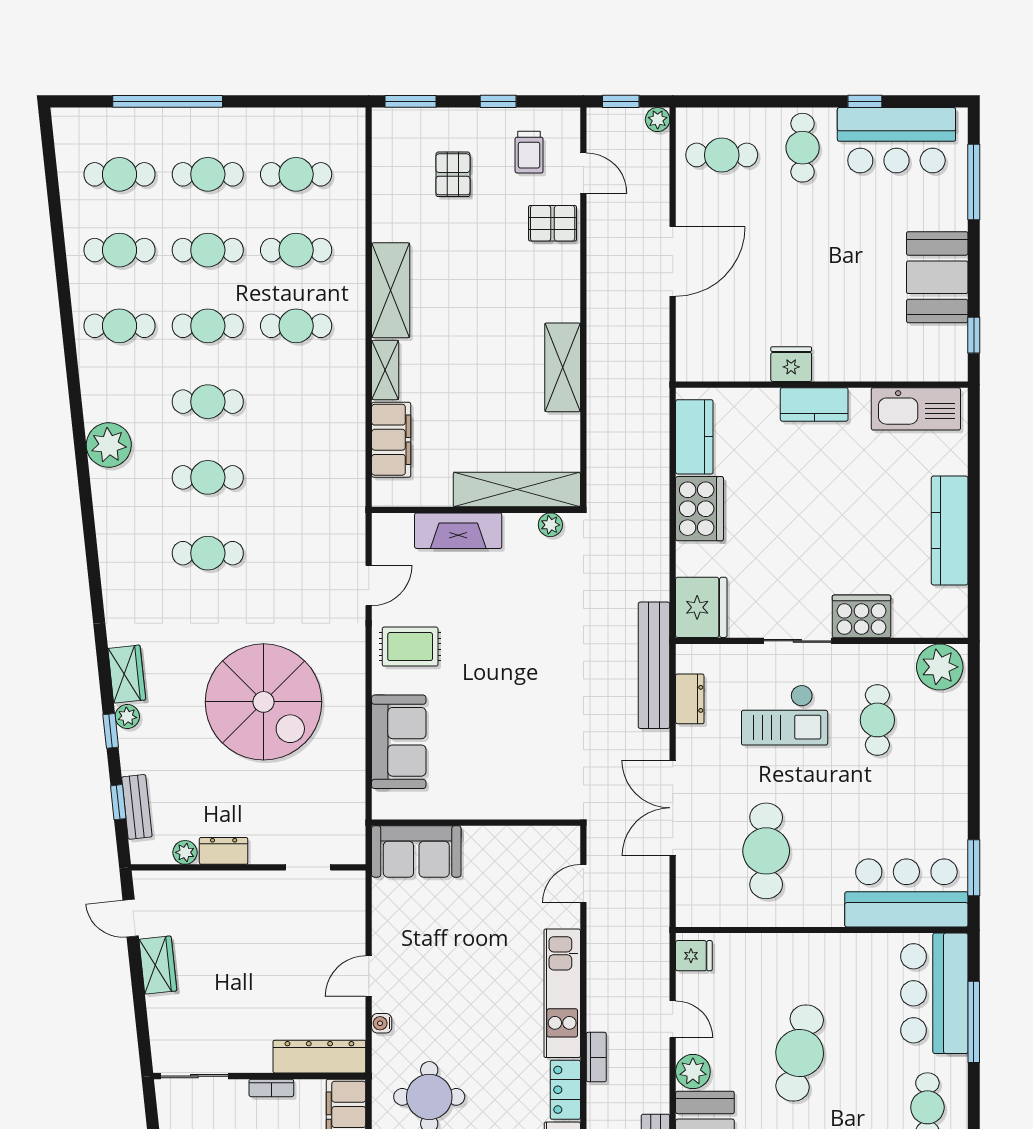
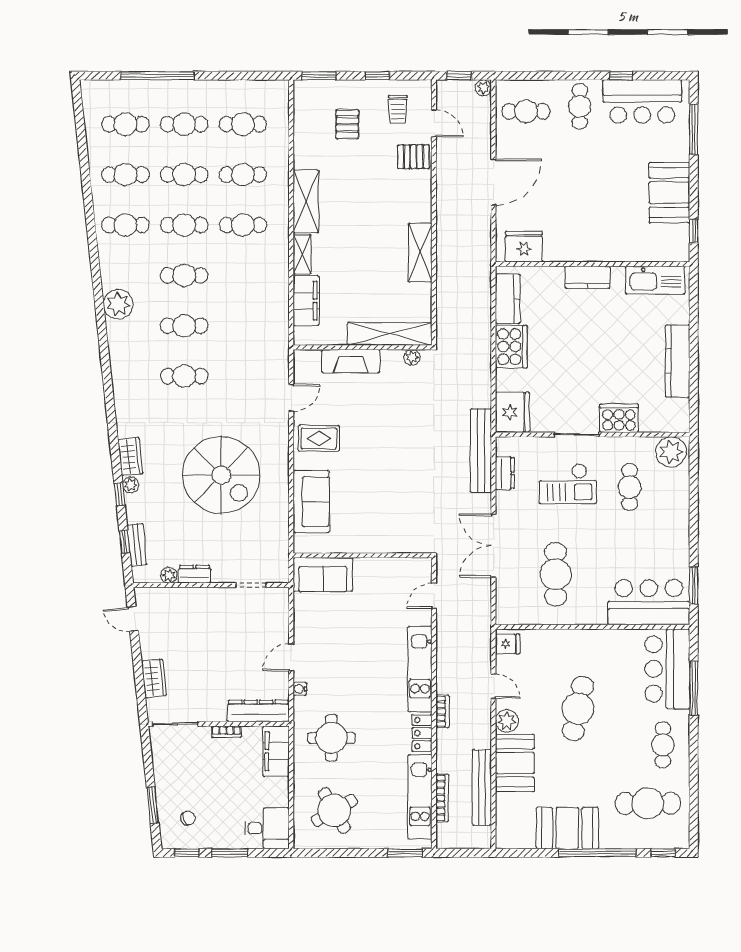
fridge: (791, 364) -> (524, 247), moved, width x1.36, depth x1.34
wardrobe: (158, 965) -> (154, 678), moved

